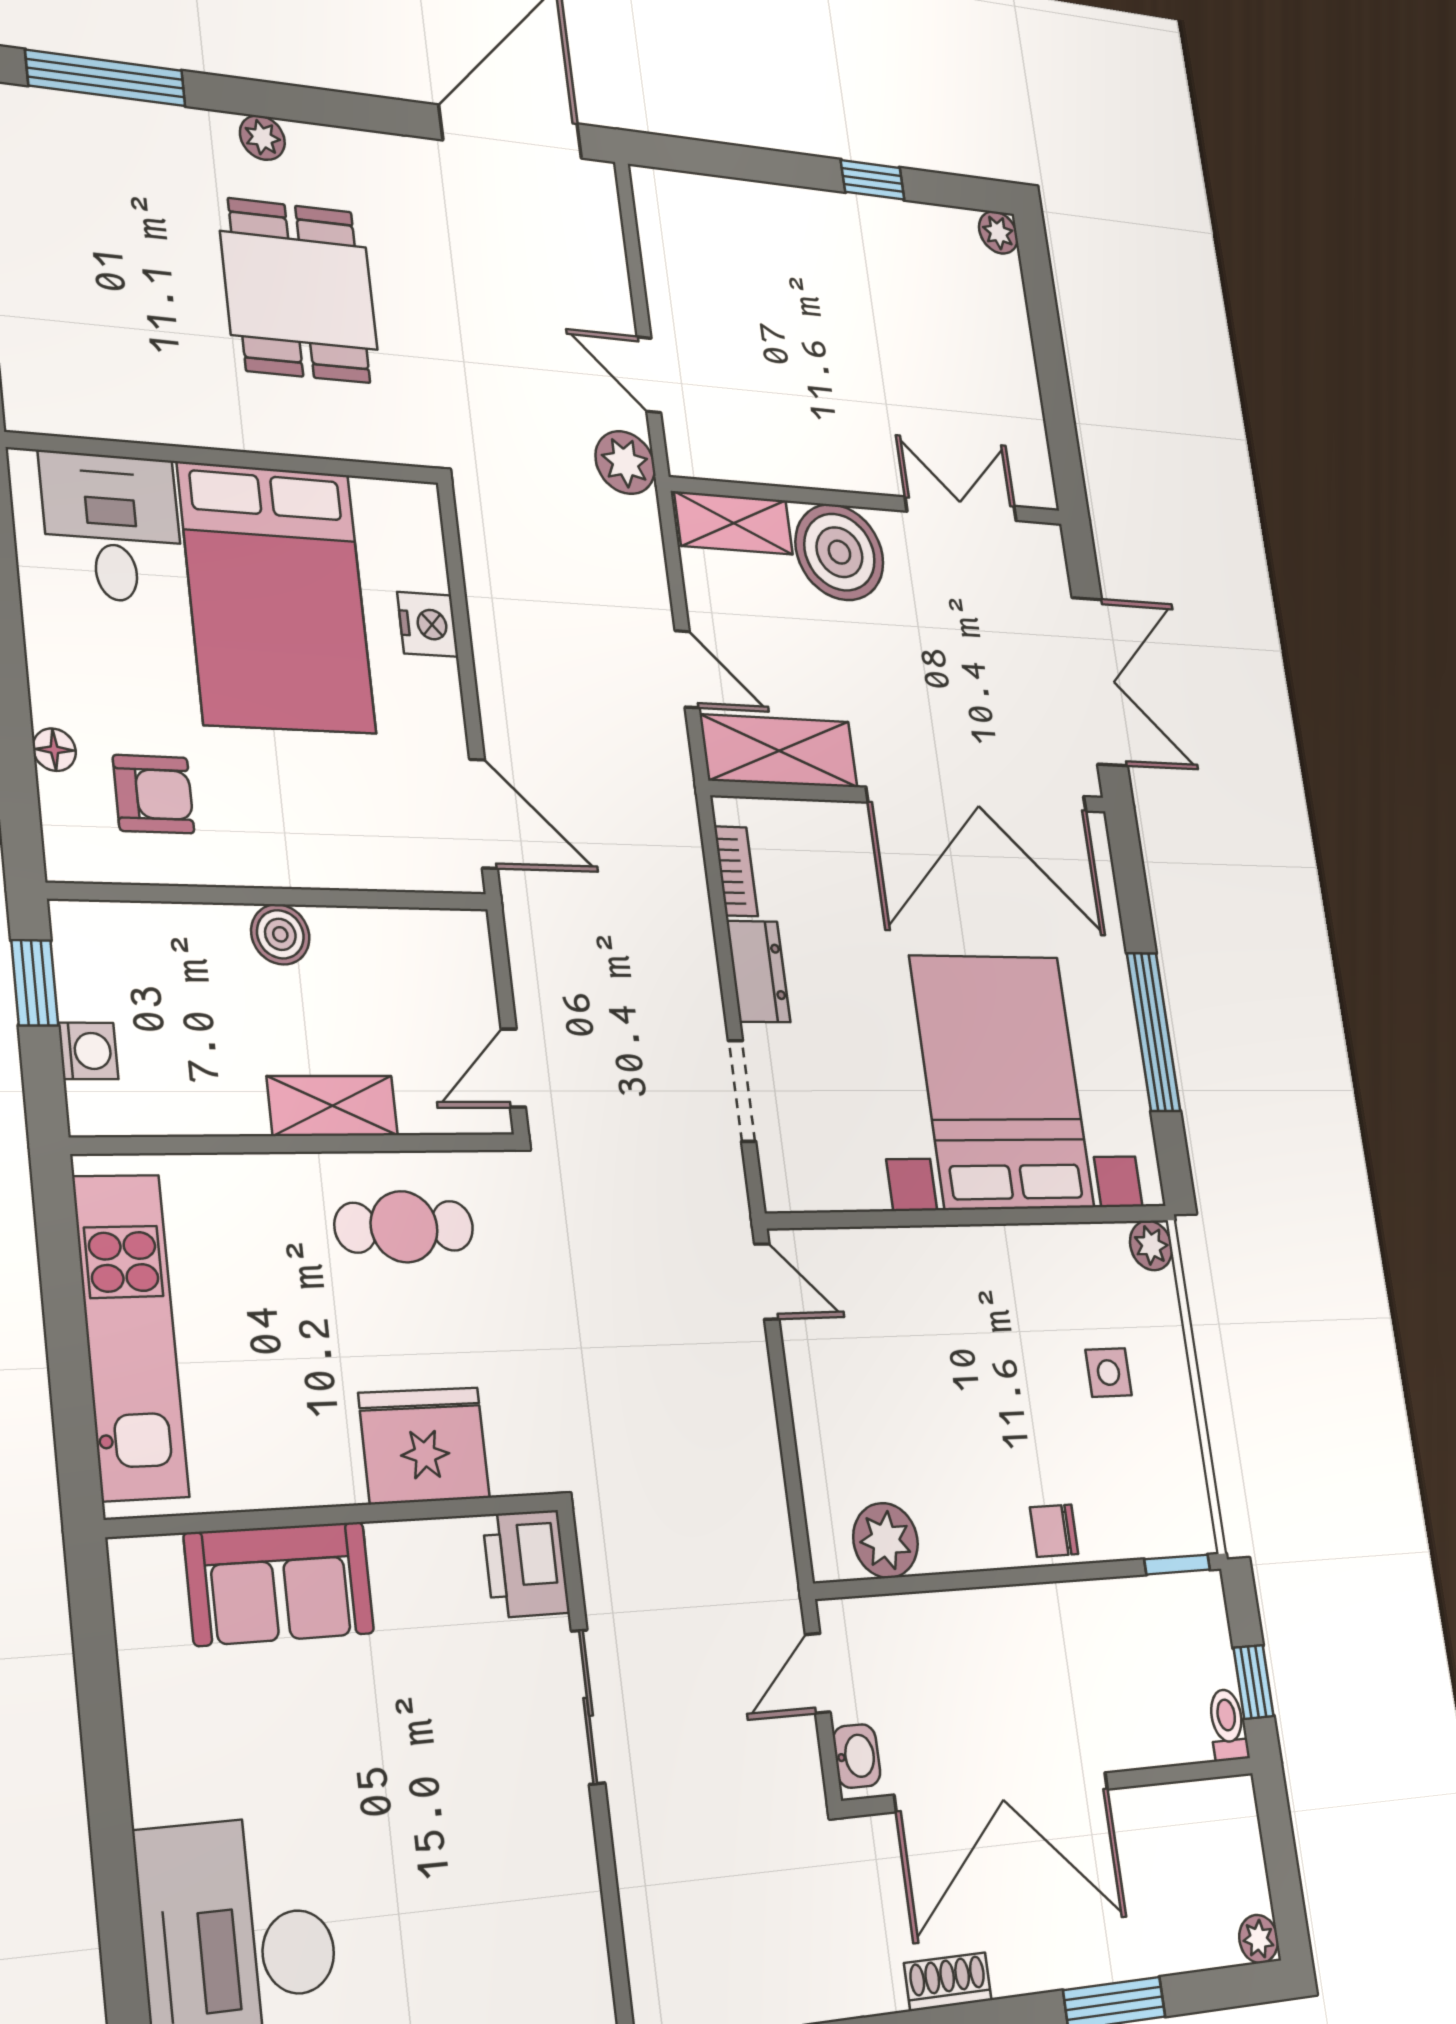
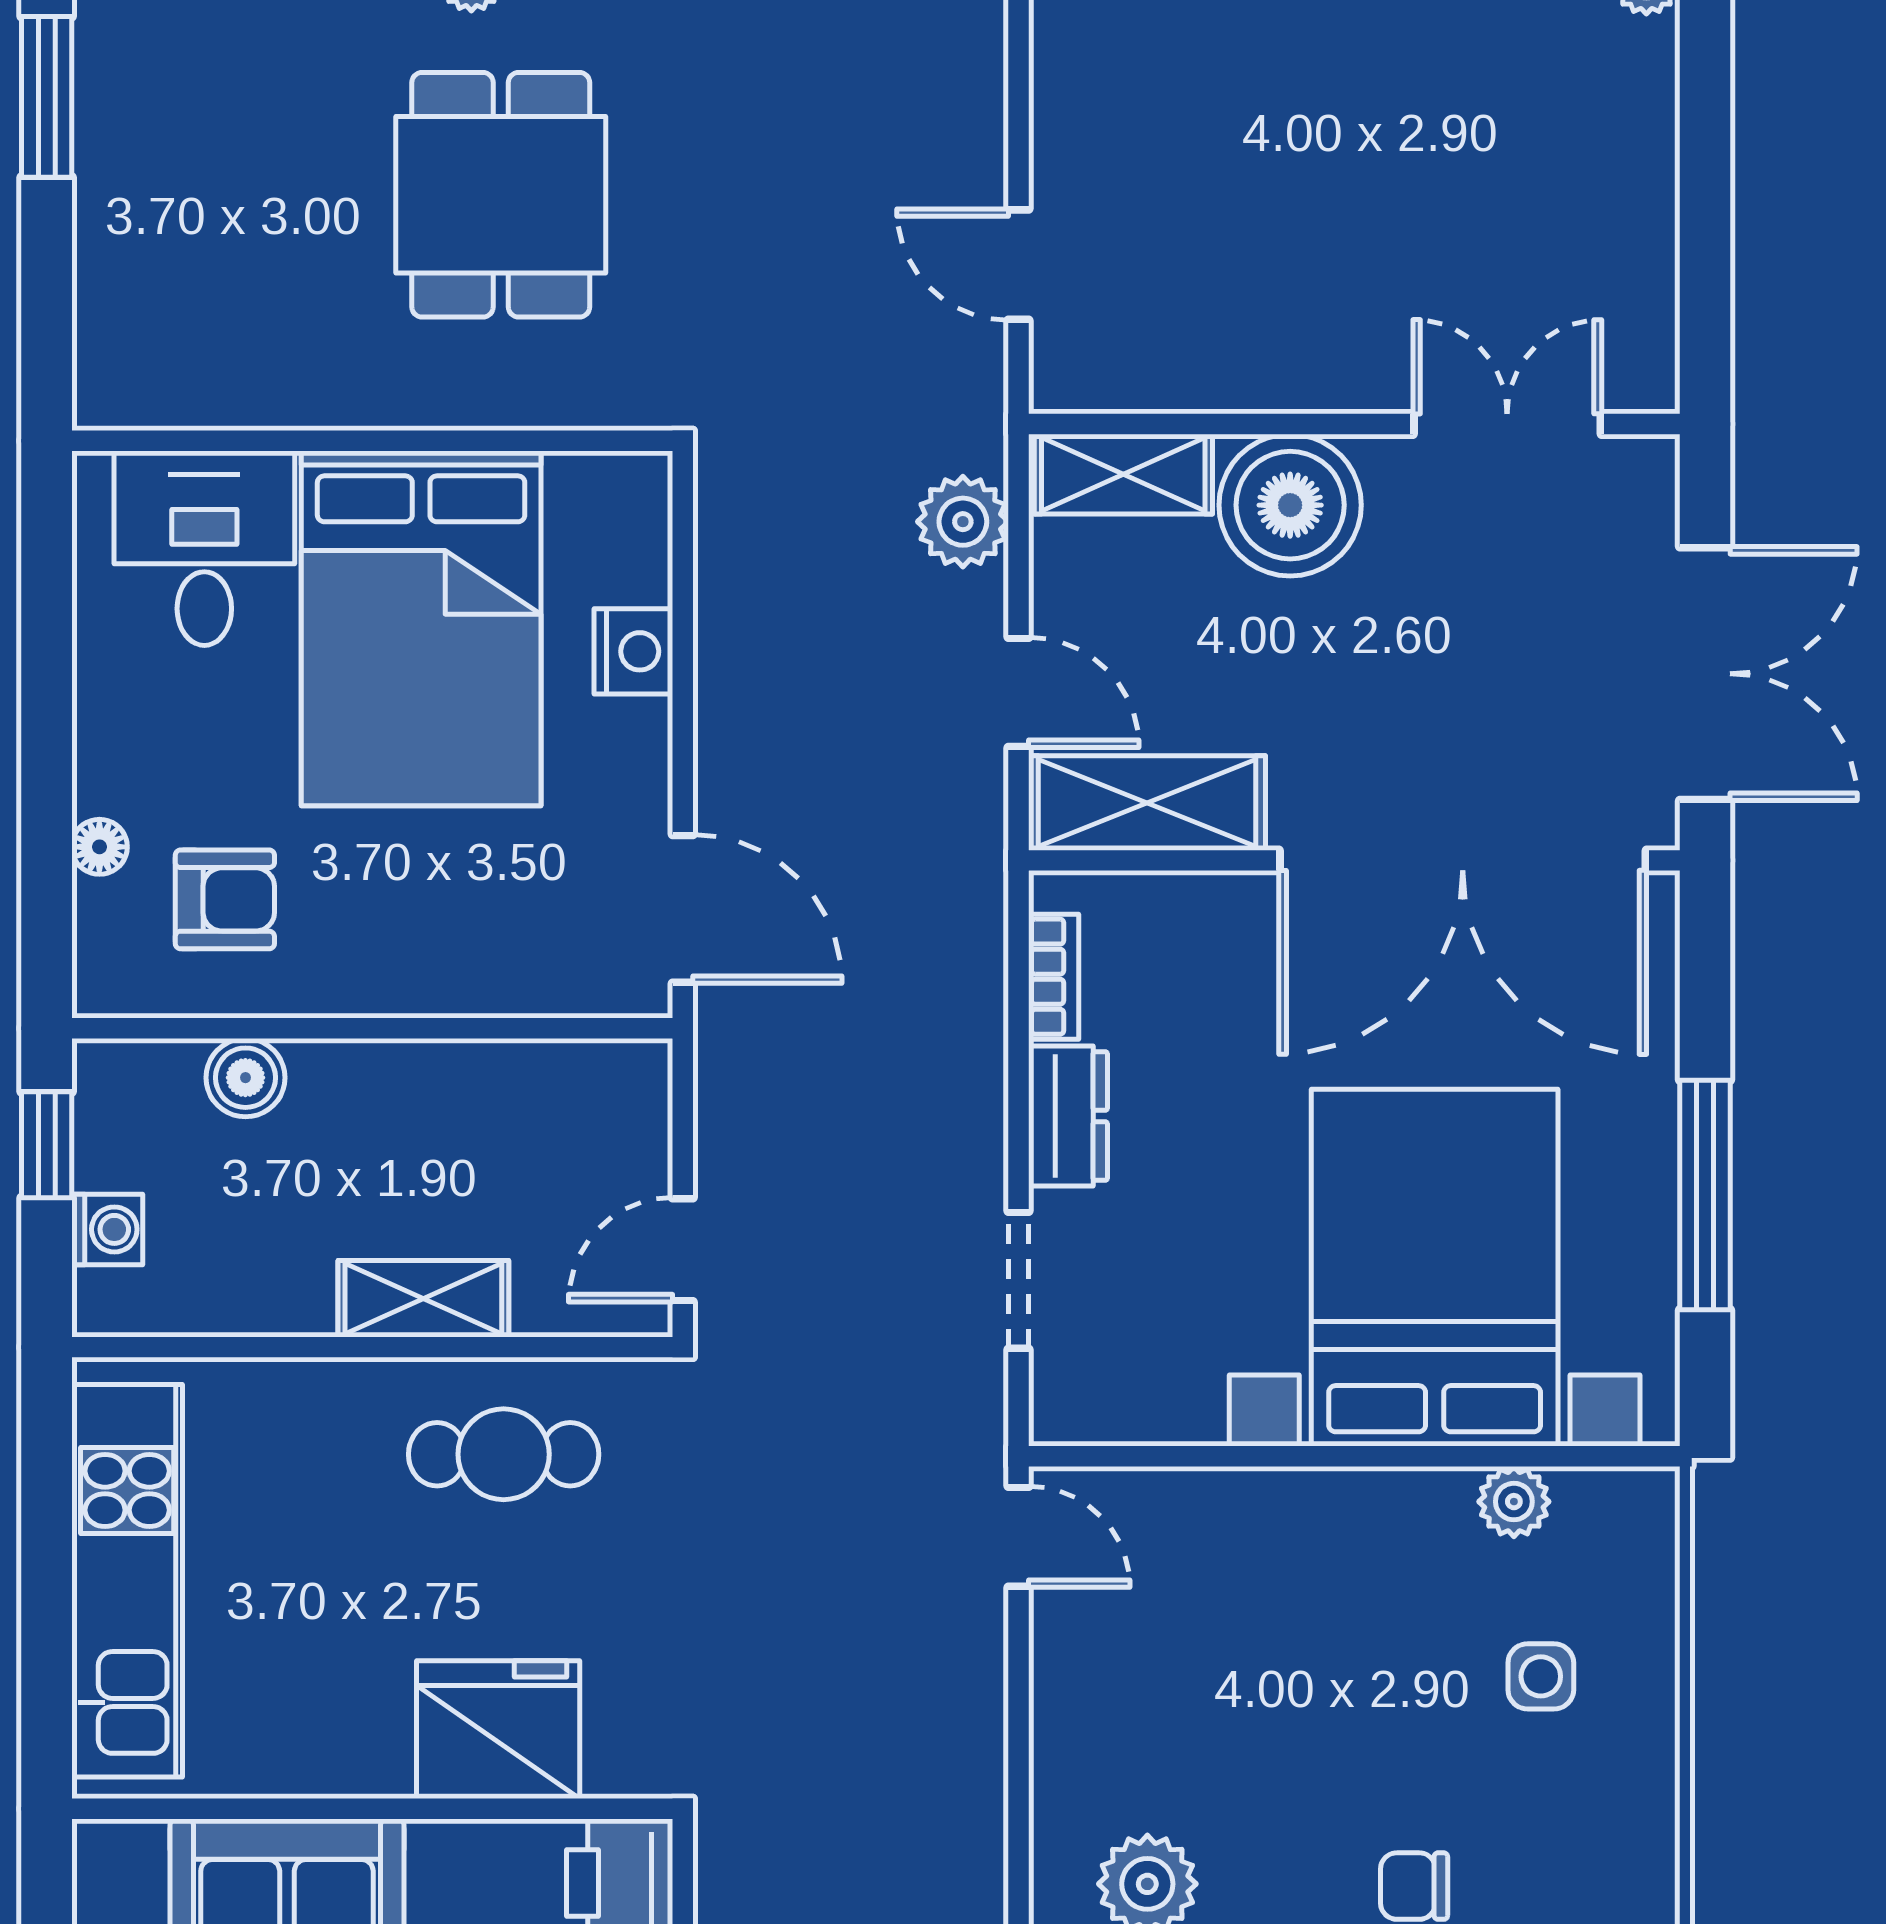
plant: (625, 462) -> (963, 522), moved
boiler: (280, 934) -> (245, 1078), moved
plant: (1151, 1245) -> (1514, 1502), moved

